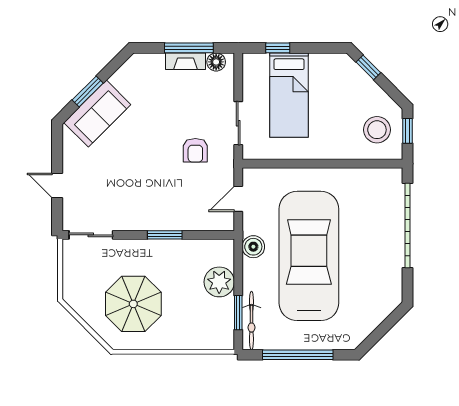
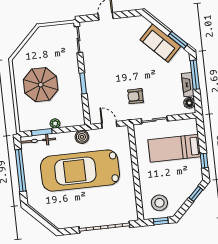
window: (189, 48) -> (195, 75), moved
window: (278, 48) -> (204, 161), moved
window: (88, 91) -> (178, 40), moved
sofa: (97, 114) -> (160, 43), moved
car: (309, 256) -> (80, 171), turned 180
plant: (219, 282) -> (55, 123), width x0.53, depth x0.53
parasol: (133, 304) -> (41, 85), moved

